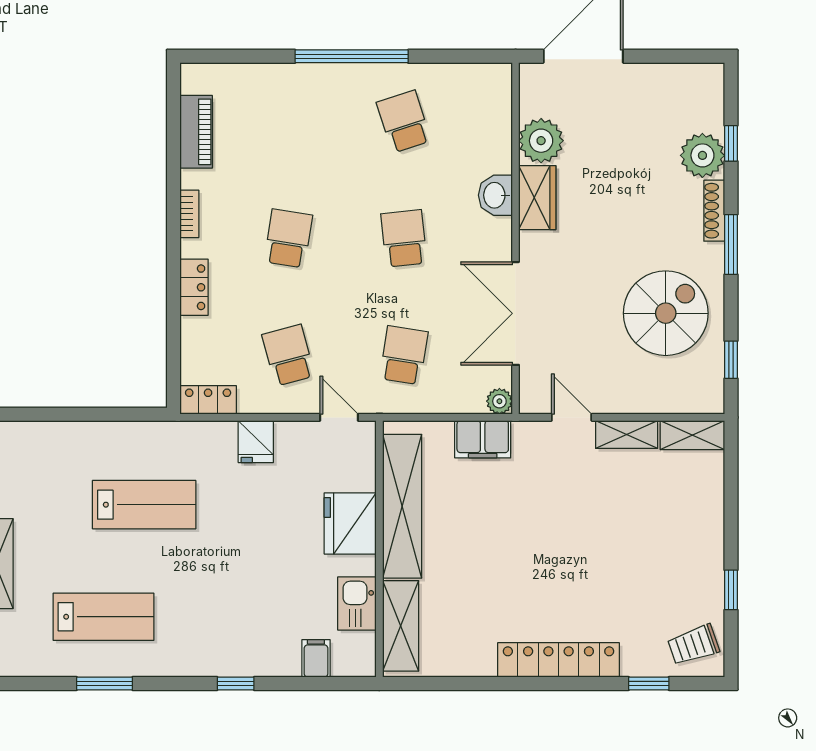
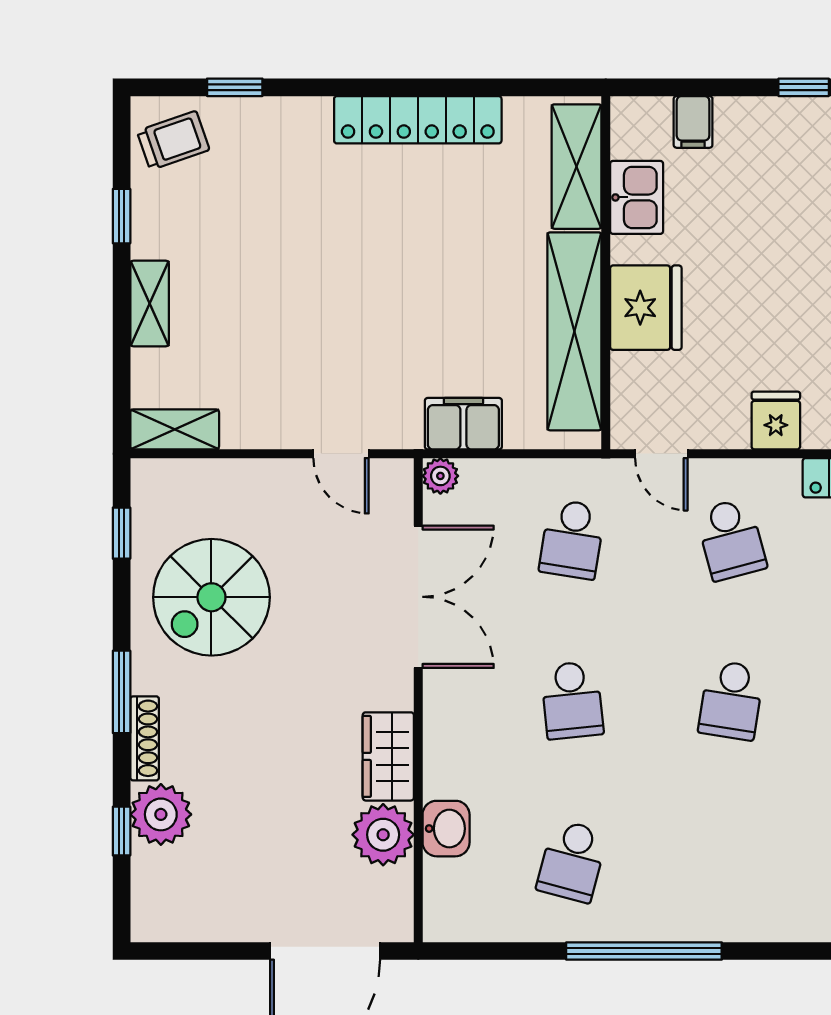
school desk: (404, 122) -> (572, 861), turned 33
washbasin: (495, 195) -> (446, 829), moved
shelving: (627, 435) -> (150, 304), moved, turned 90
locker: (559, 660) -> (418, 120), moved

